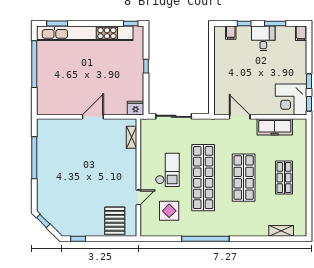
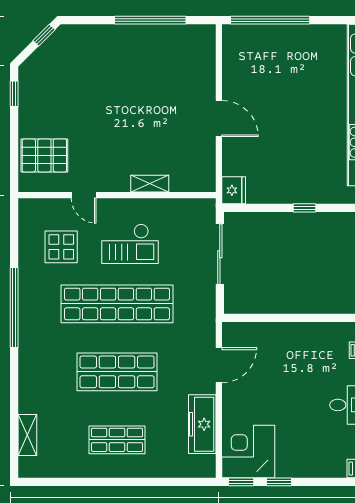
window: (34, 64) -> (270, 20), moved
shelving: (132, 137) -> (150, 184), moved

